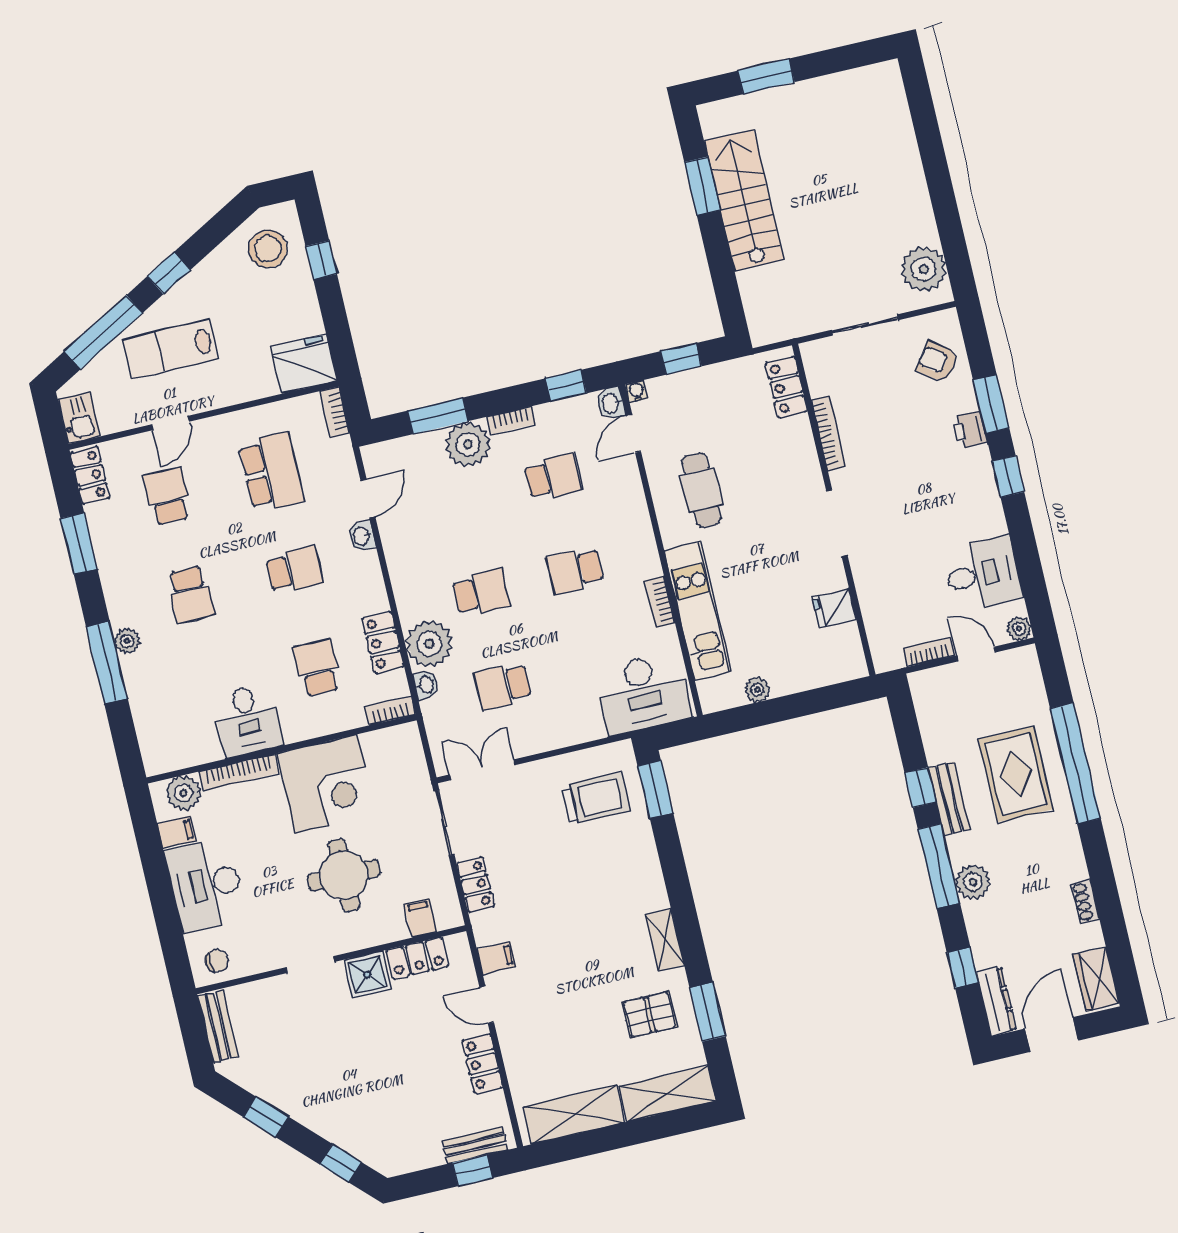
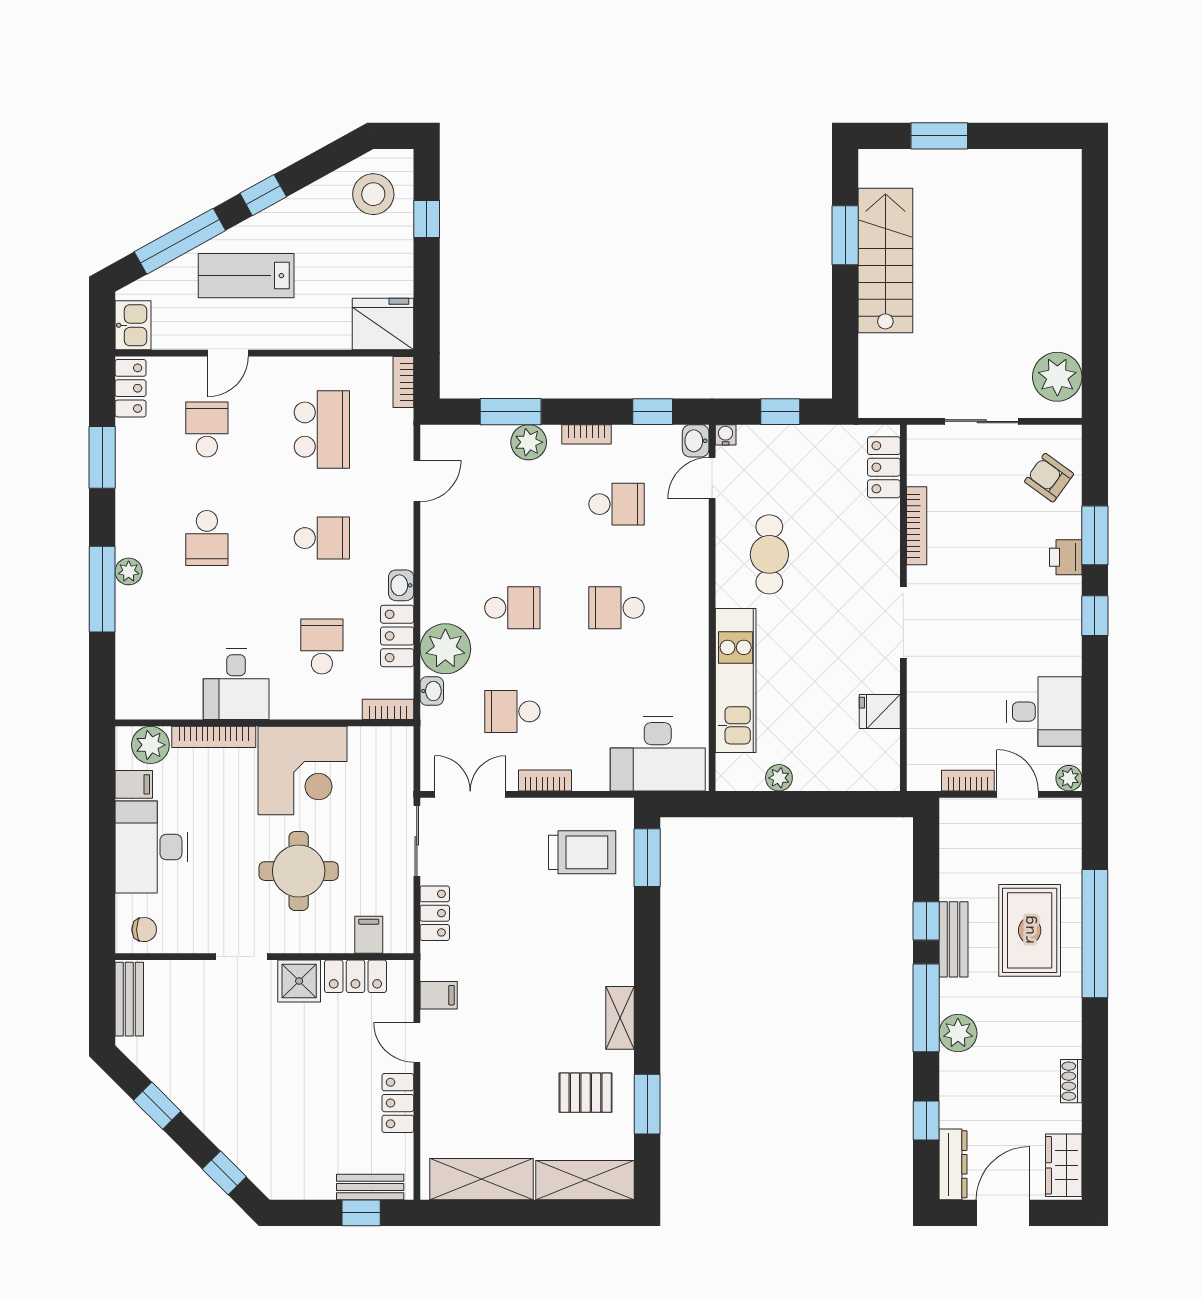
plant: (468, 444) -> (529, 442), width x0.73, depth x0.73
washbasin: (362, 536) -> (401, 585), moved
bookcase: (660, 602) -> (545, 781), moved, turned 90

